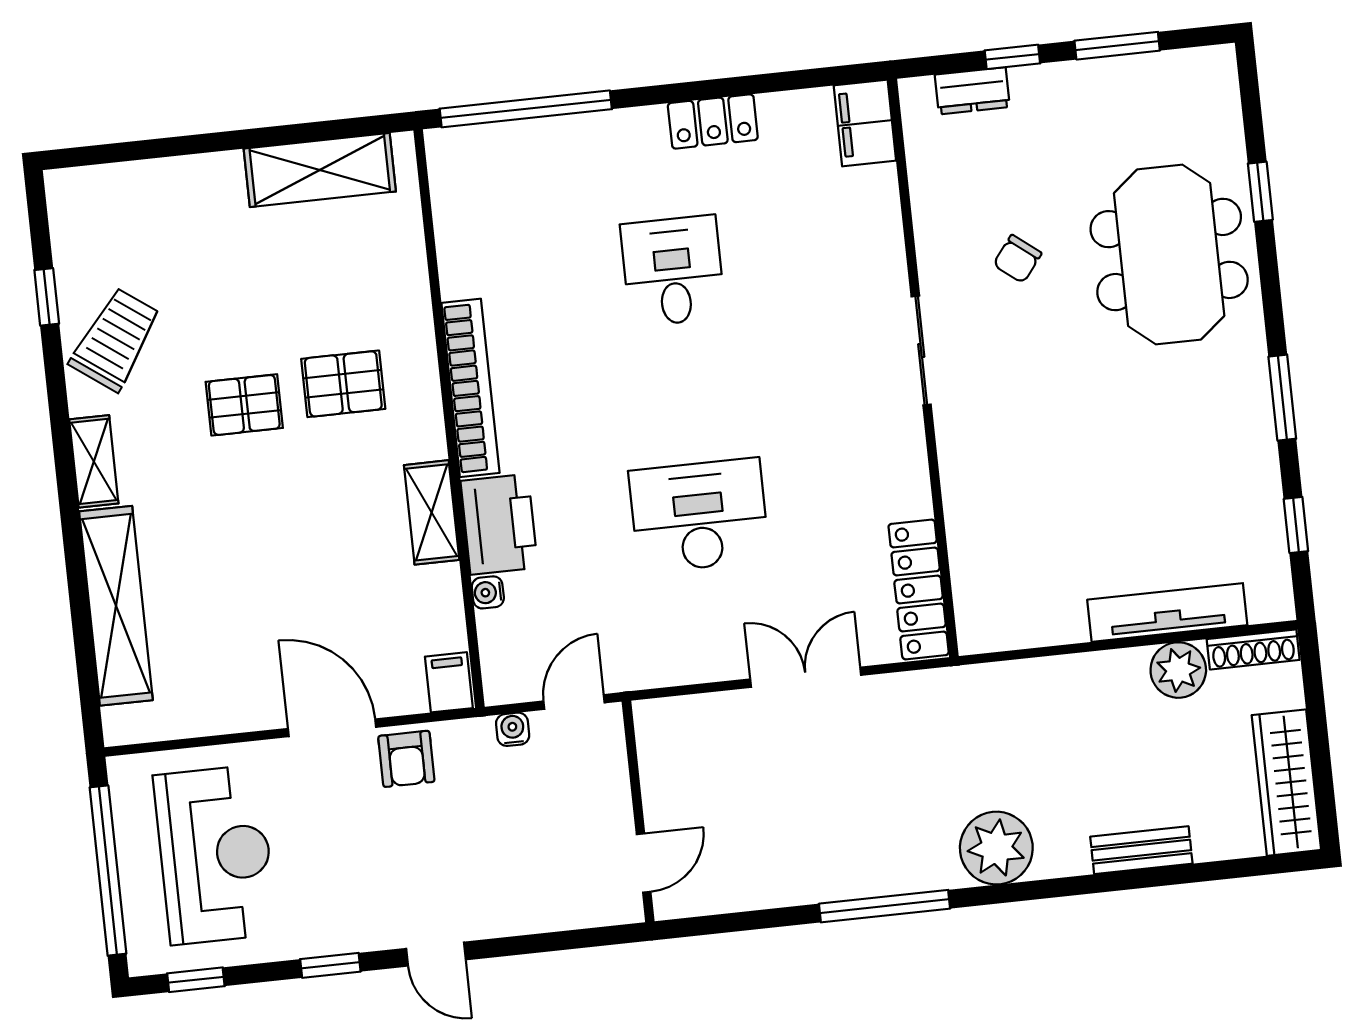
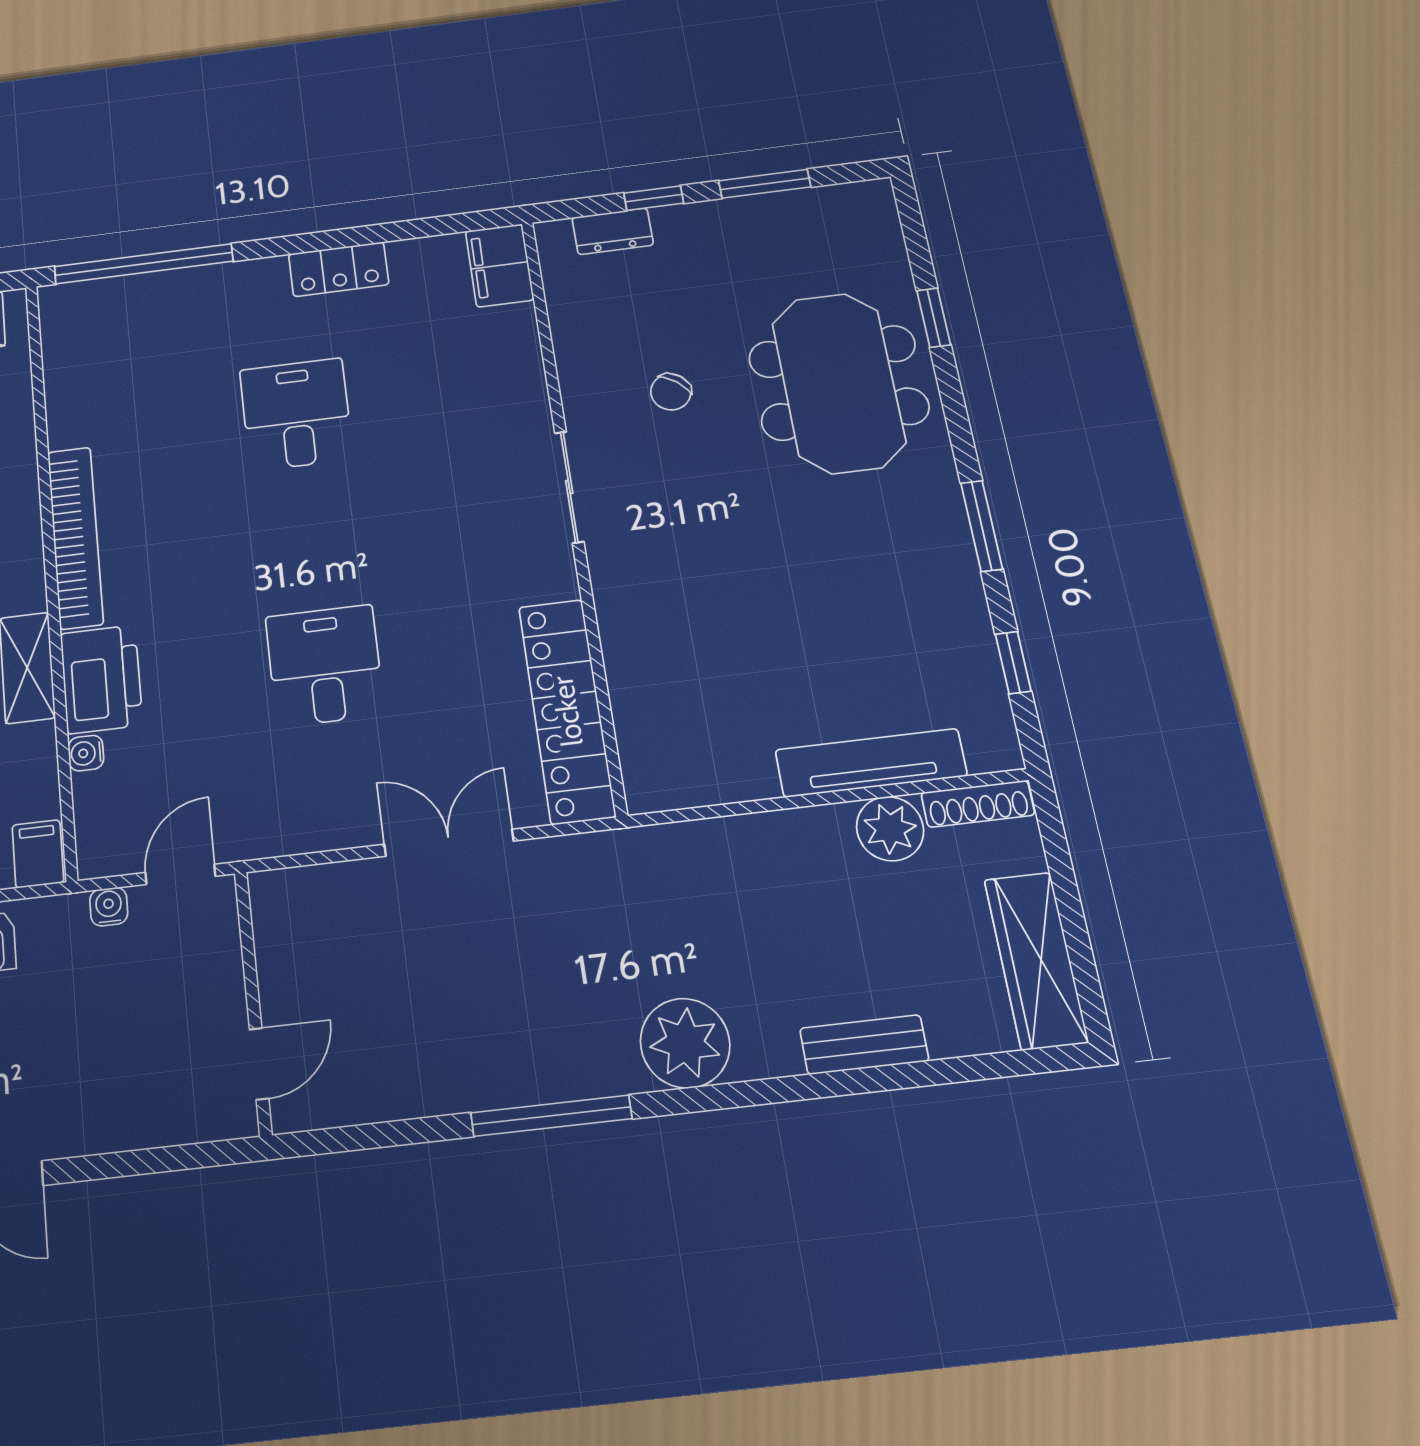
desk: (699, 516) -> (325, 665), width x0.73
locker: (919, 590) -> (567, 711), width x1.41, depth x1.21

